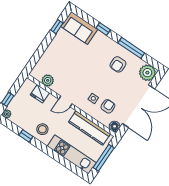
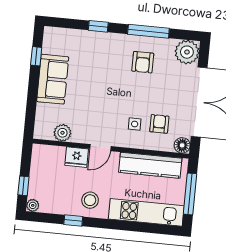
sofa: (79, 28) -> (53, 79), moved, turned -90
fridge: (40, 94) -> (77, 157), moved

